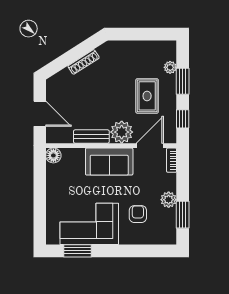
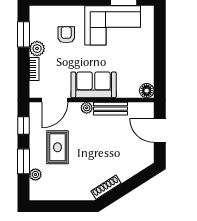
shoe rack: (84, 62) -> (106, 187), moved
plant: (122, 132) -> (87, 108), width x0.53, depth x0.53
bookcase: (172, 160) -> (34, 69), moved
armchair: (138, 214) -> (66, 35), turned 180

